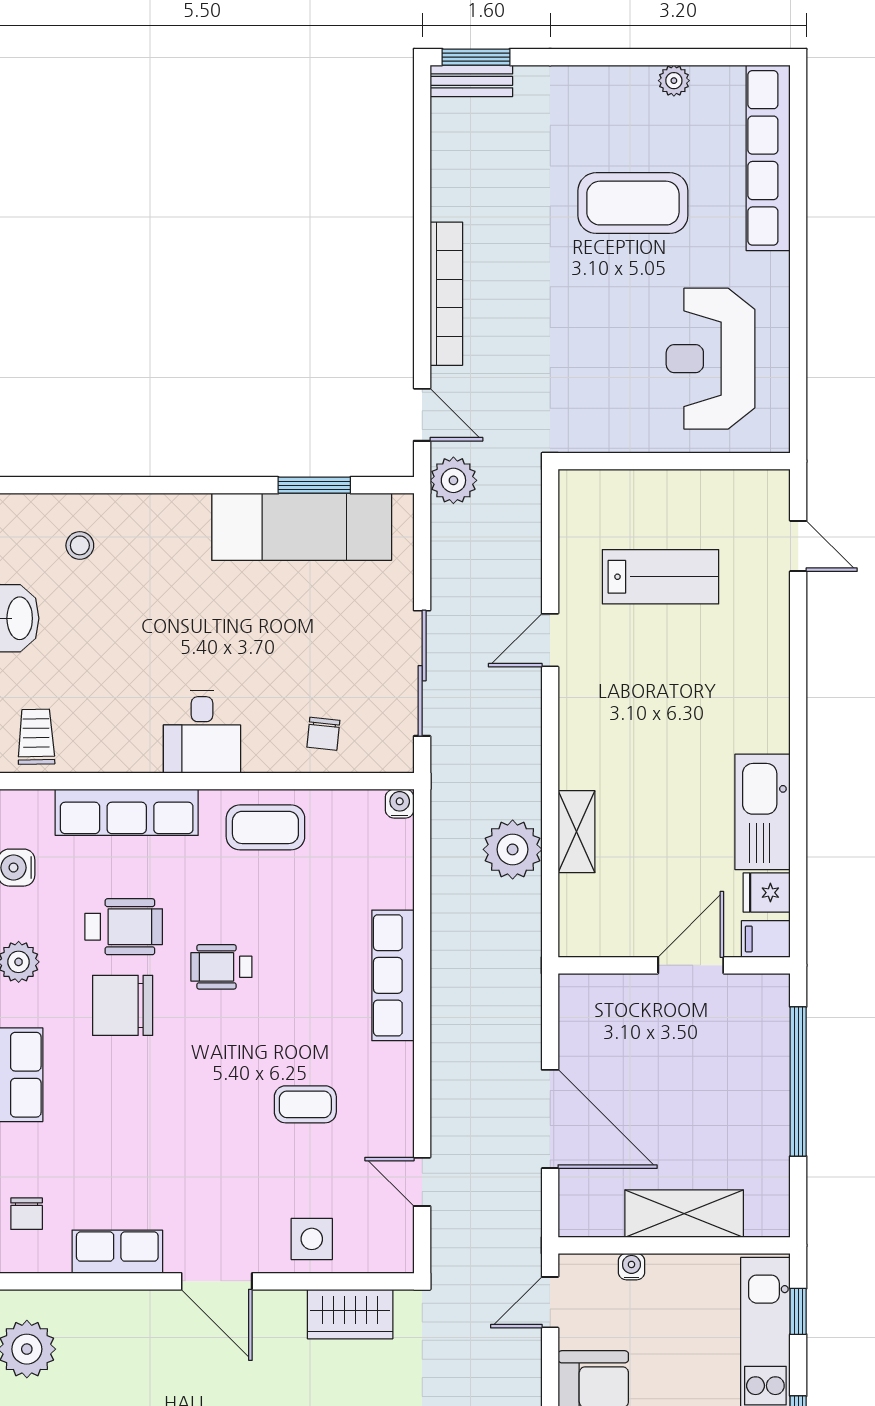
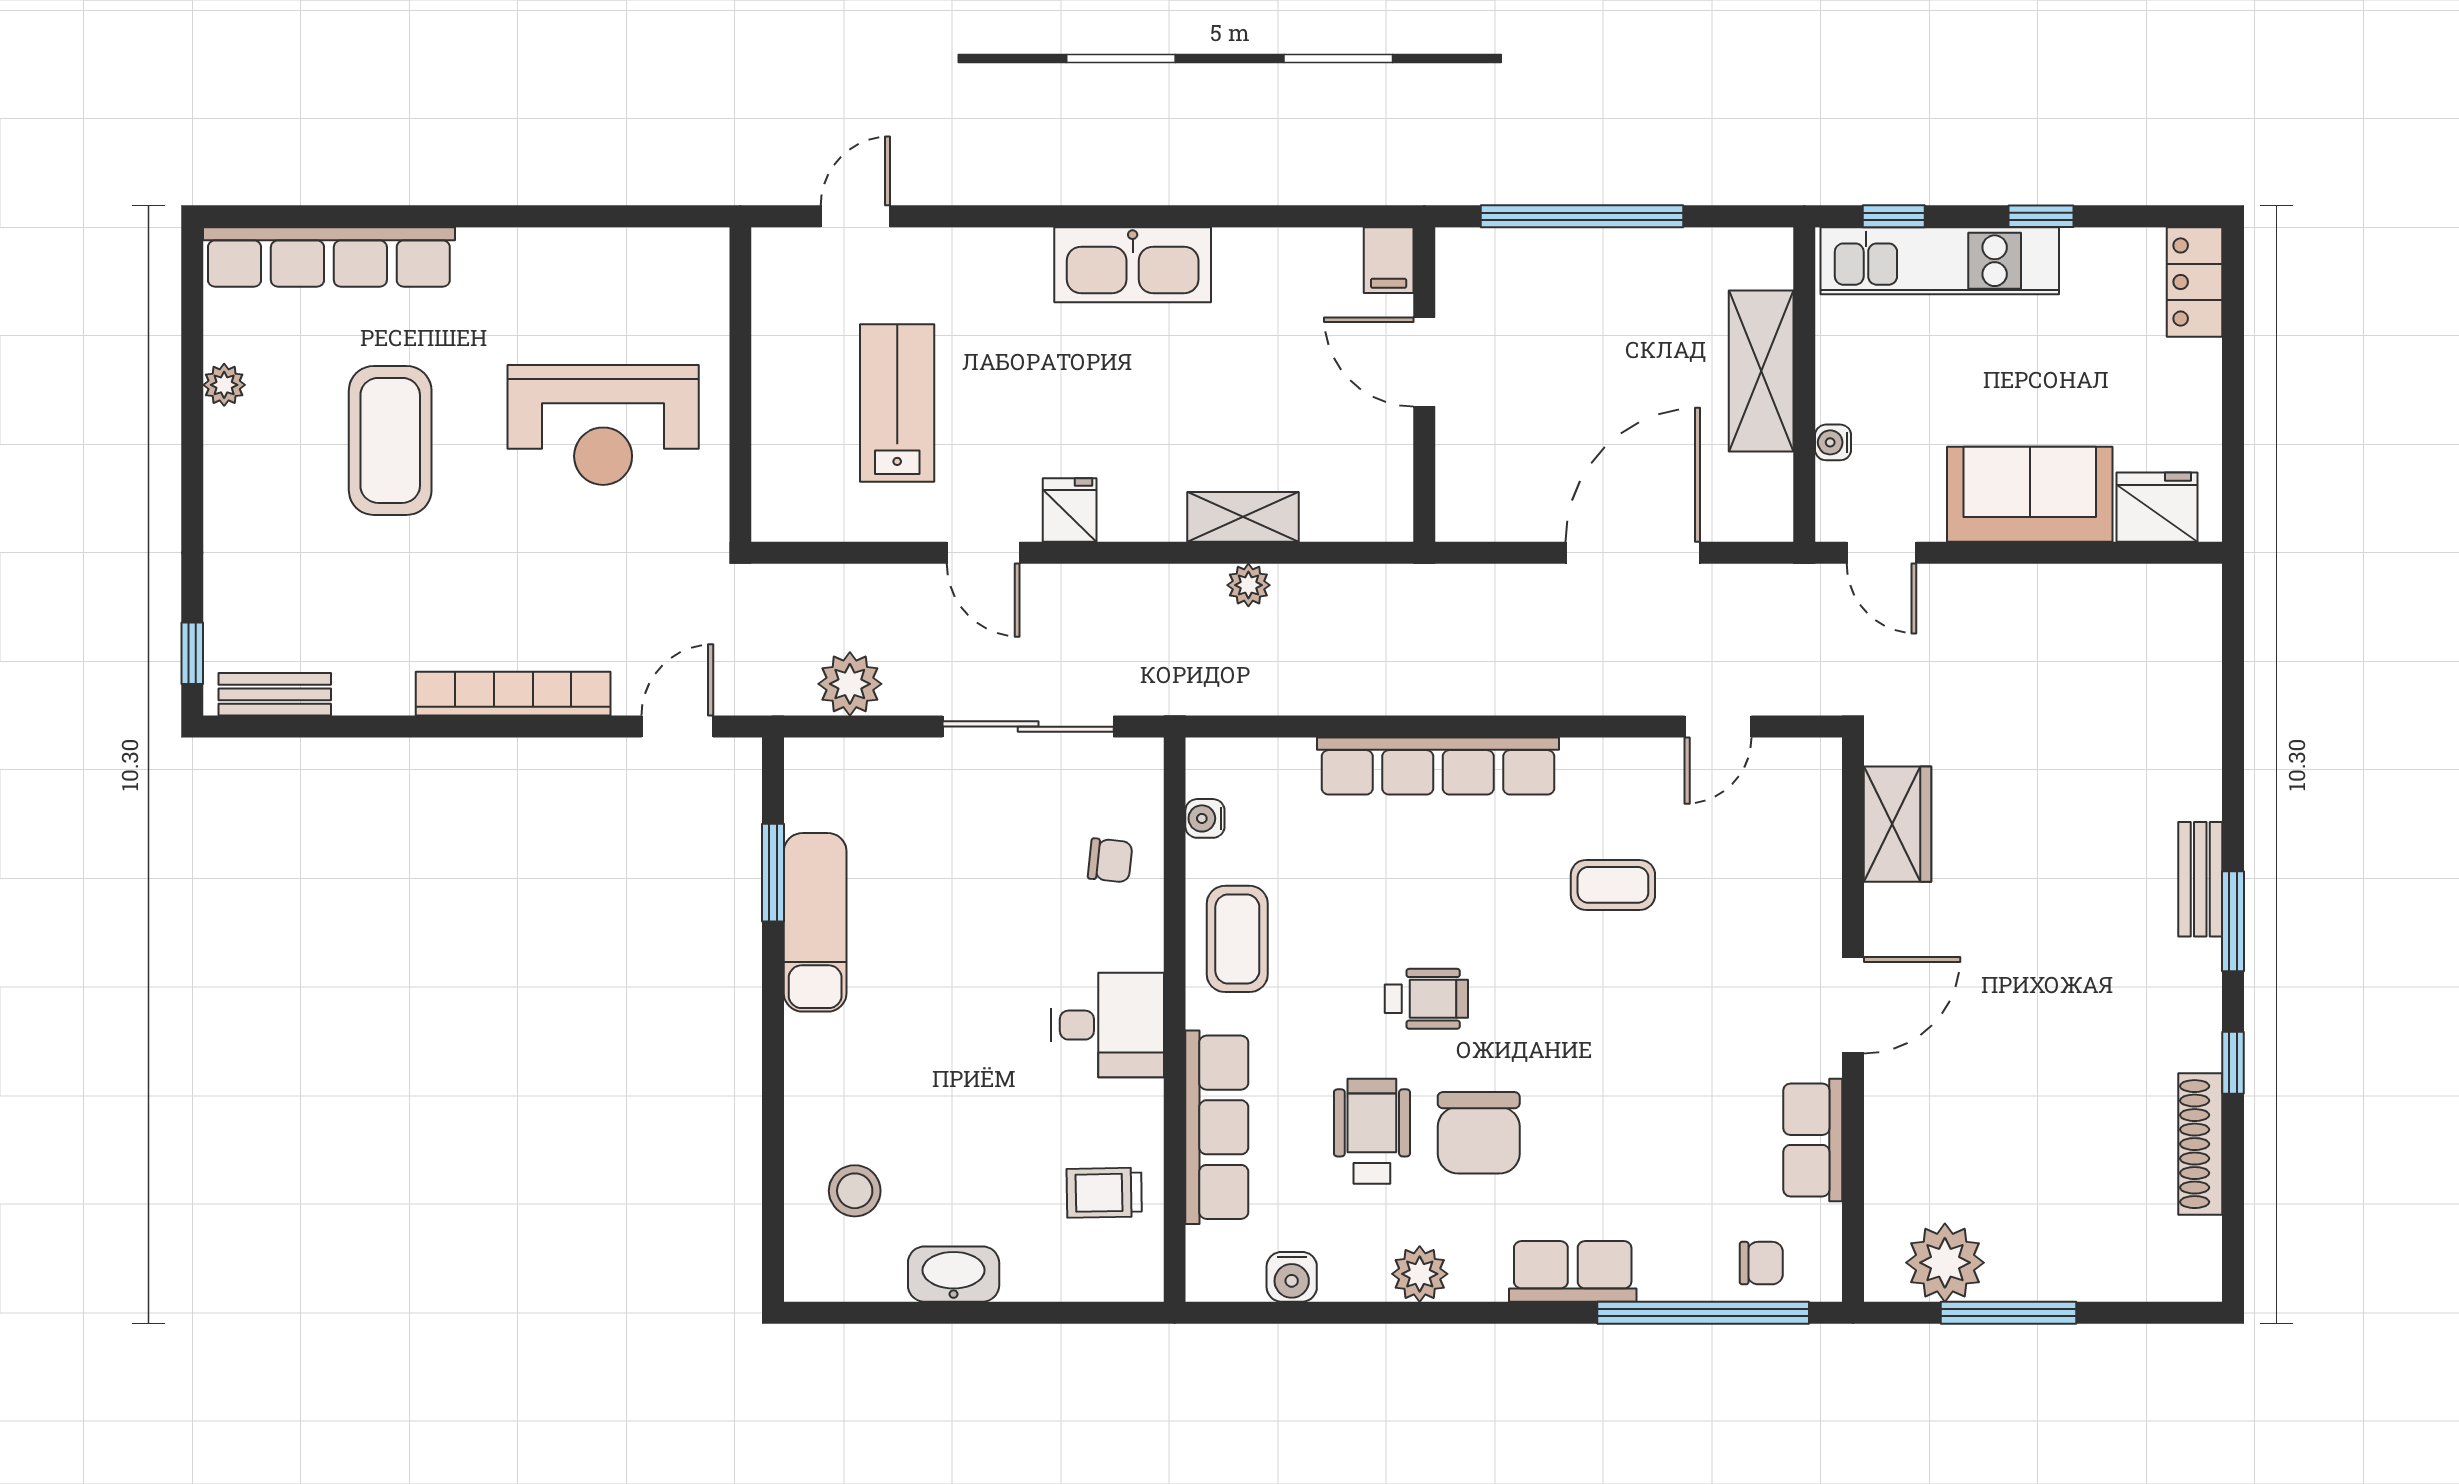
window: (476, 57) -> (192, 653), width x0.67
bench: (471, 81) -> (275, 694), moved, turned 90
reception desk: (711, 359) -> (603, 425), moved
plant: (453, 480) -> (850, 684), moved
exam couch: (302, 527) -> (815, 922), width x0.73, depth x0.69
stool: (80, 545) -> (855, 1191), width x1.37, depth x1.37
trolley: (36, 737) -> (1104, 1193), moved
water cooler: (400, 804) -> (1205, 818), moved
kitchen sink: (762, 812) -> (1133, 265), moved
plant: (513, 849) -> (1248, 585), width x0.53, depth x0.53
fridge: (767, 893) -> (1070, 510), moved, turned 180
wheelchair: (221, 967) -> (1426, 999), turned -90
row of seats: (393, 975) -> (1438, 766), width x1.36
coffee table: (305, 1104) -> (1613, 885), turned 90
side table: (312, 1239) -> (1796, 876), removed

